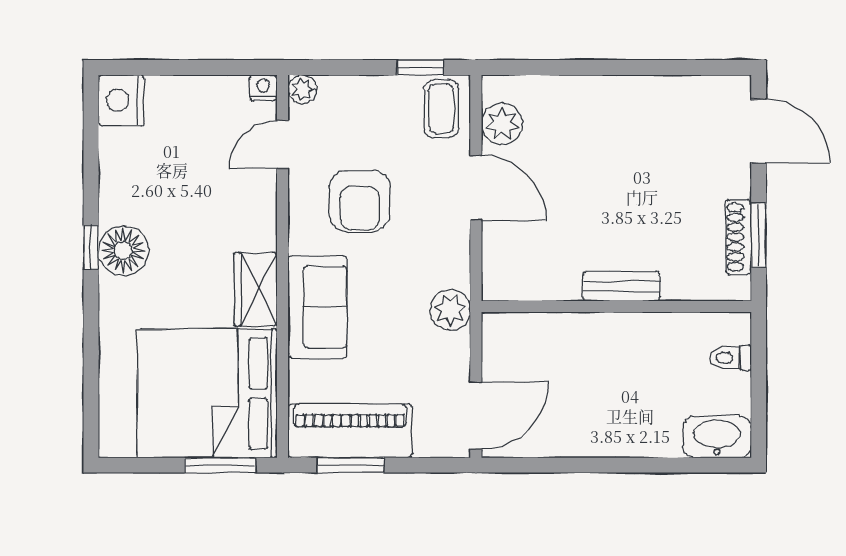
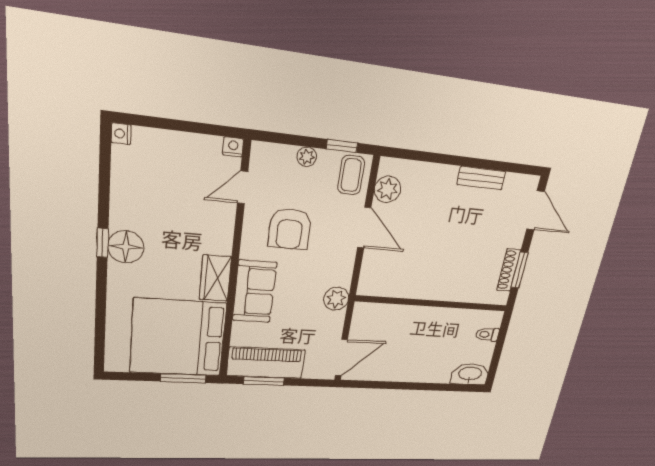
plant: (302, 89) -> (307, 157), moved
nightstand: (121, 100) -> (121, 134), width x0.53, depth x0.56
bench: (621, 286) -> (481, 178), moved

